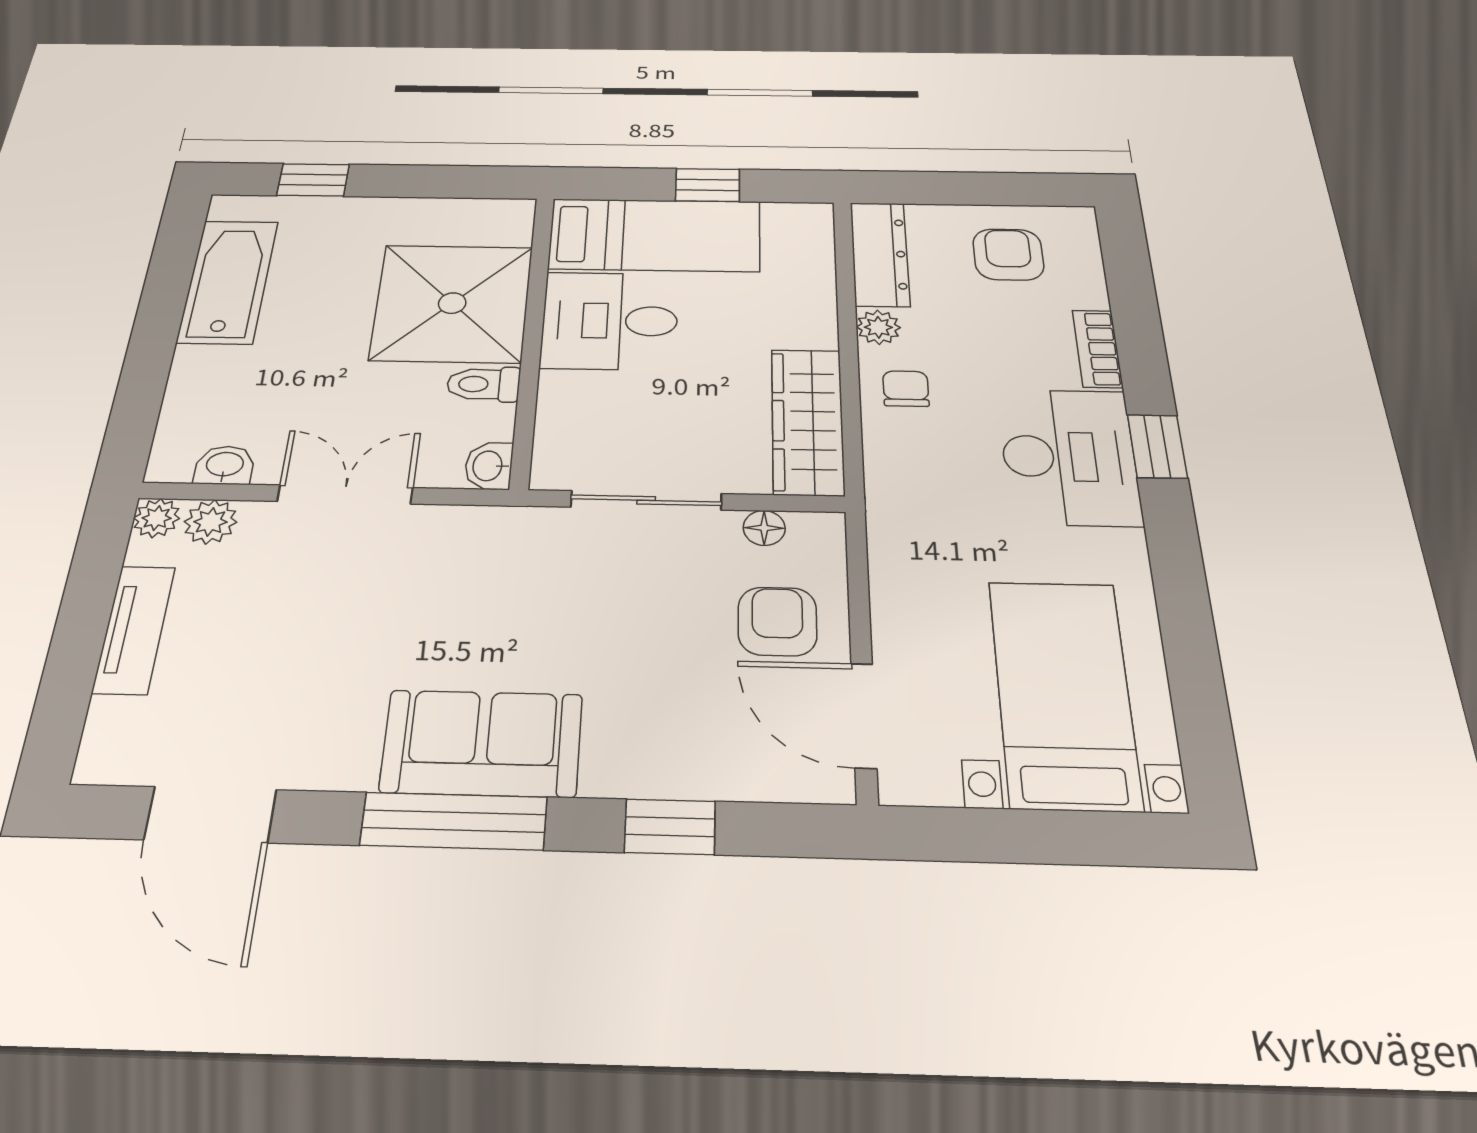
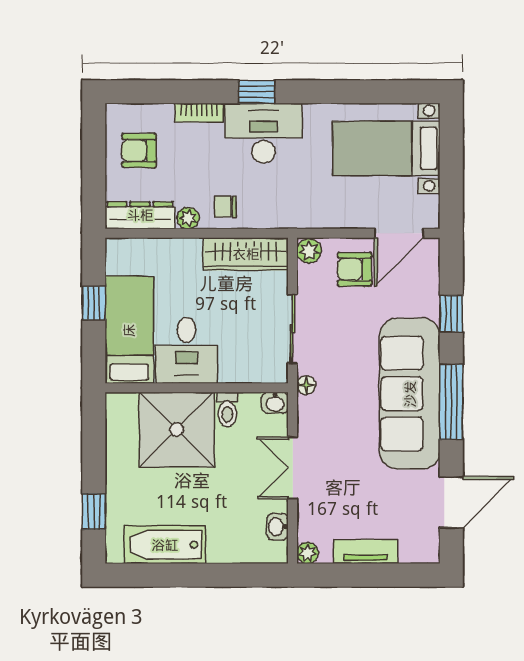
plant: (210, 522) -> (309, 251), moved
floor lamp: (764, 528) -> (306, 385), moved
sofa: (482, 743) -> (410, 394), width x1.85, depth x1.27

